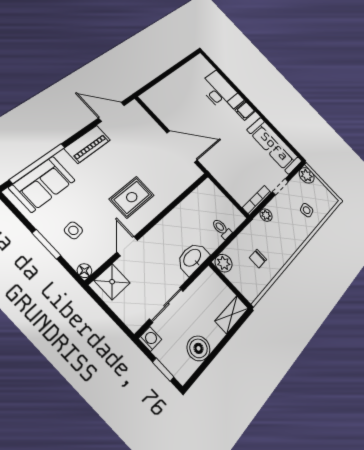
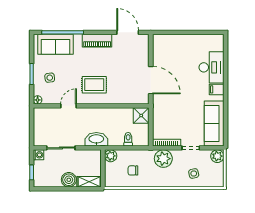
plant: (266, 215) -> (163, 159), width x1.88, depth x1.88
shower: (112, 282) -> (141, 116), moved
boiler: (199, 348) -> (69, 180), moved

